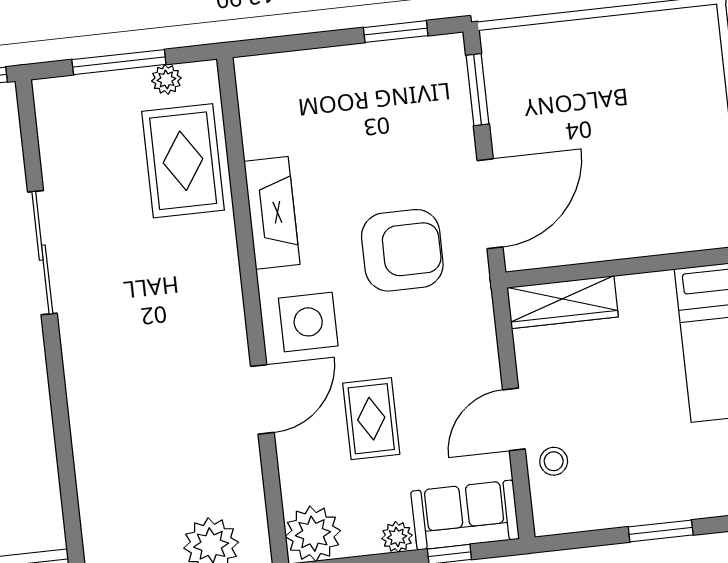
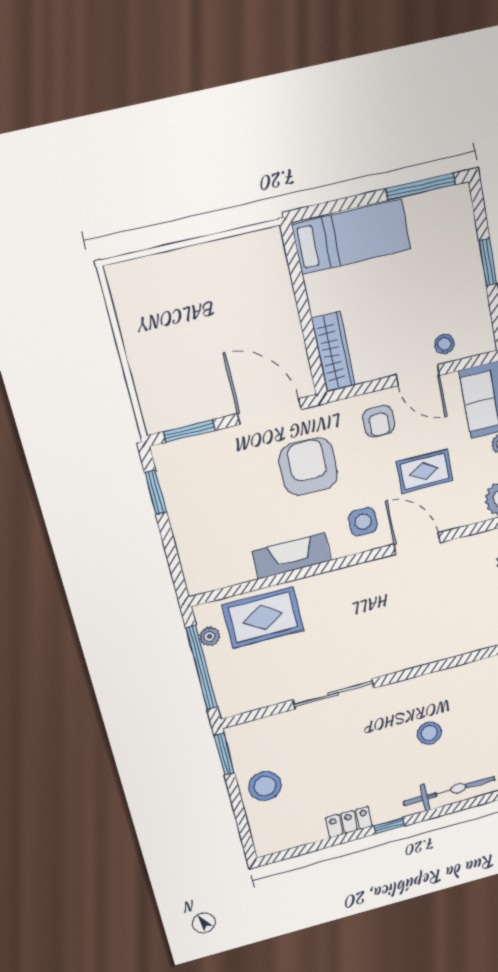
window: (119, 62) -> (202, 668), width x1.46
side table: (308, 322) -> (363, 522), width x0.73, depth x0.73
armchair: (455, 358) -> (379, 421), added

